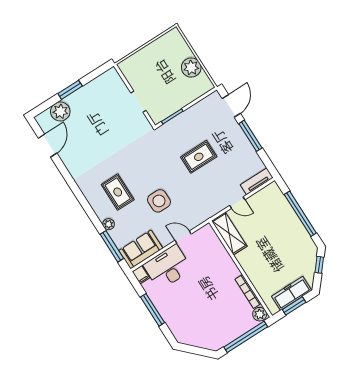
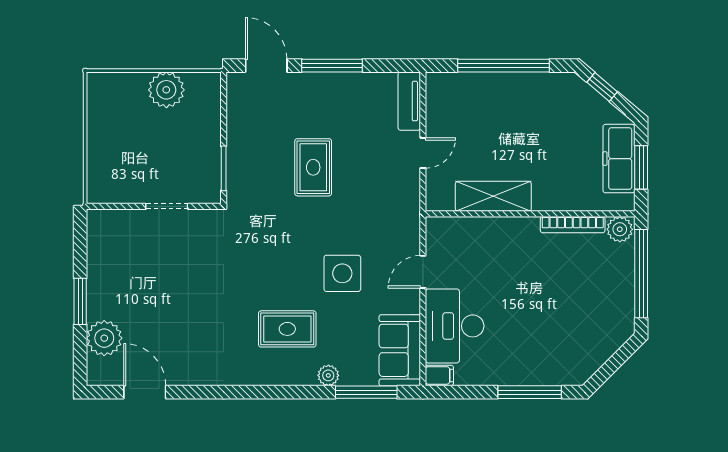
shelving: (229, 233) -> (493, 196), moved
window: (153, 310) -> (530, 392), moved

